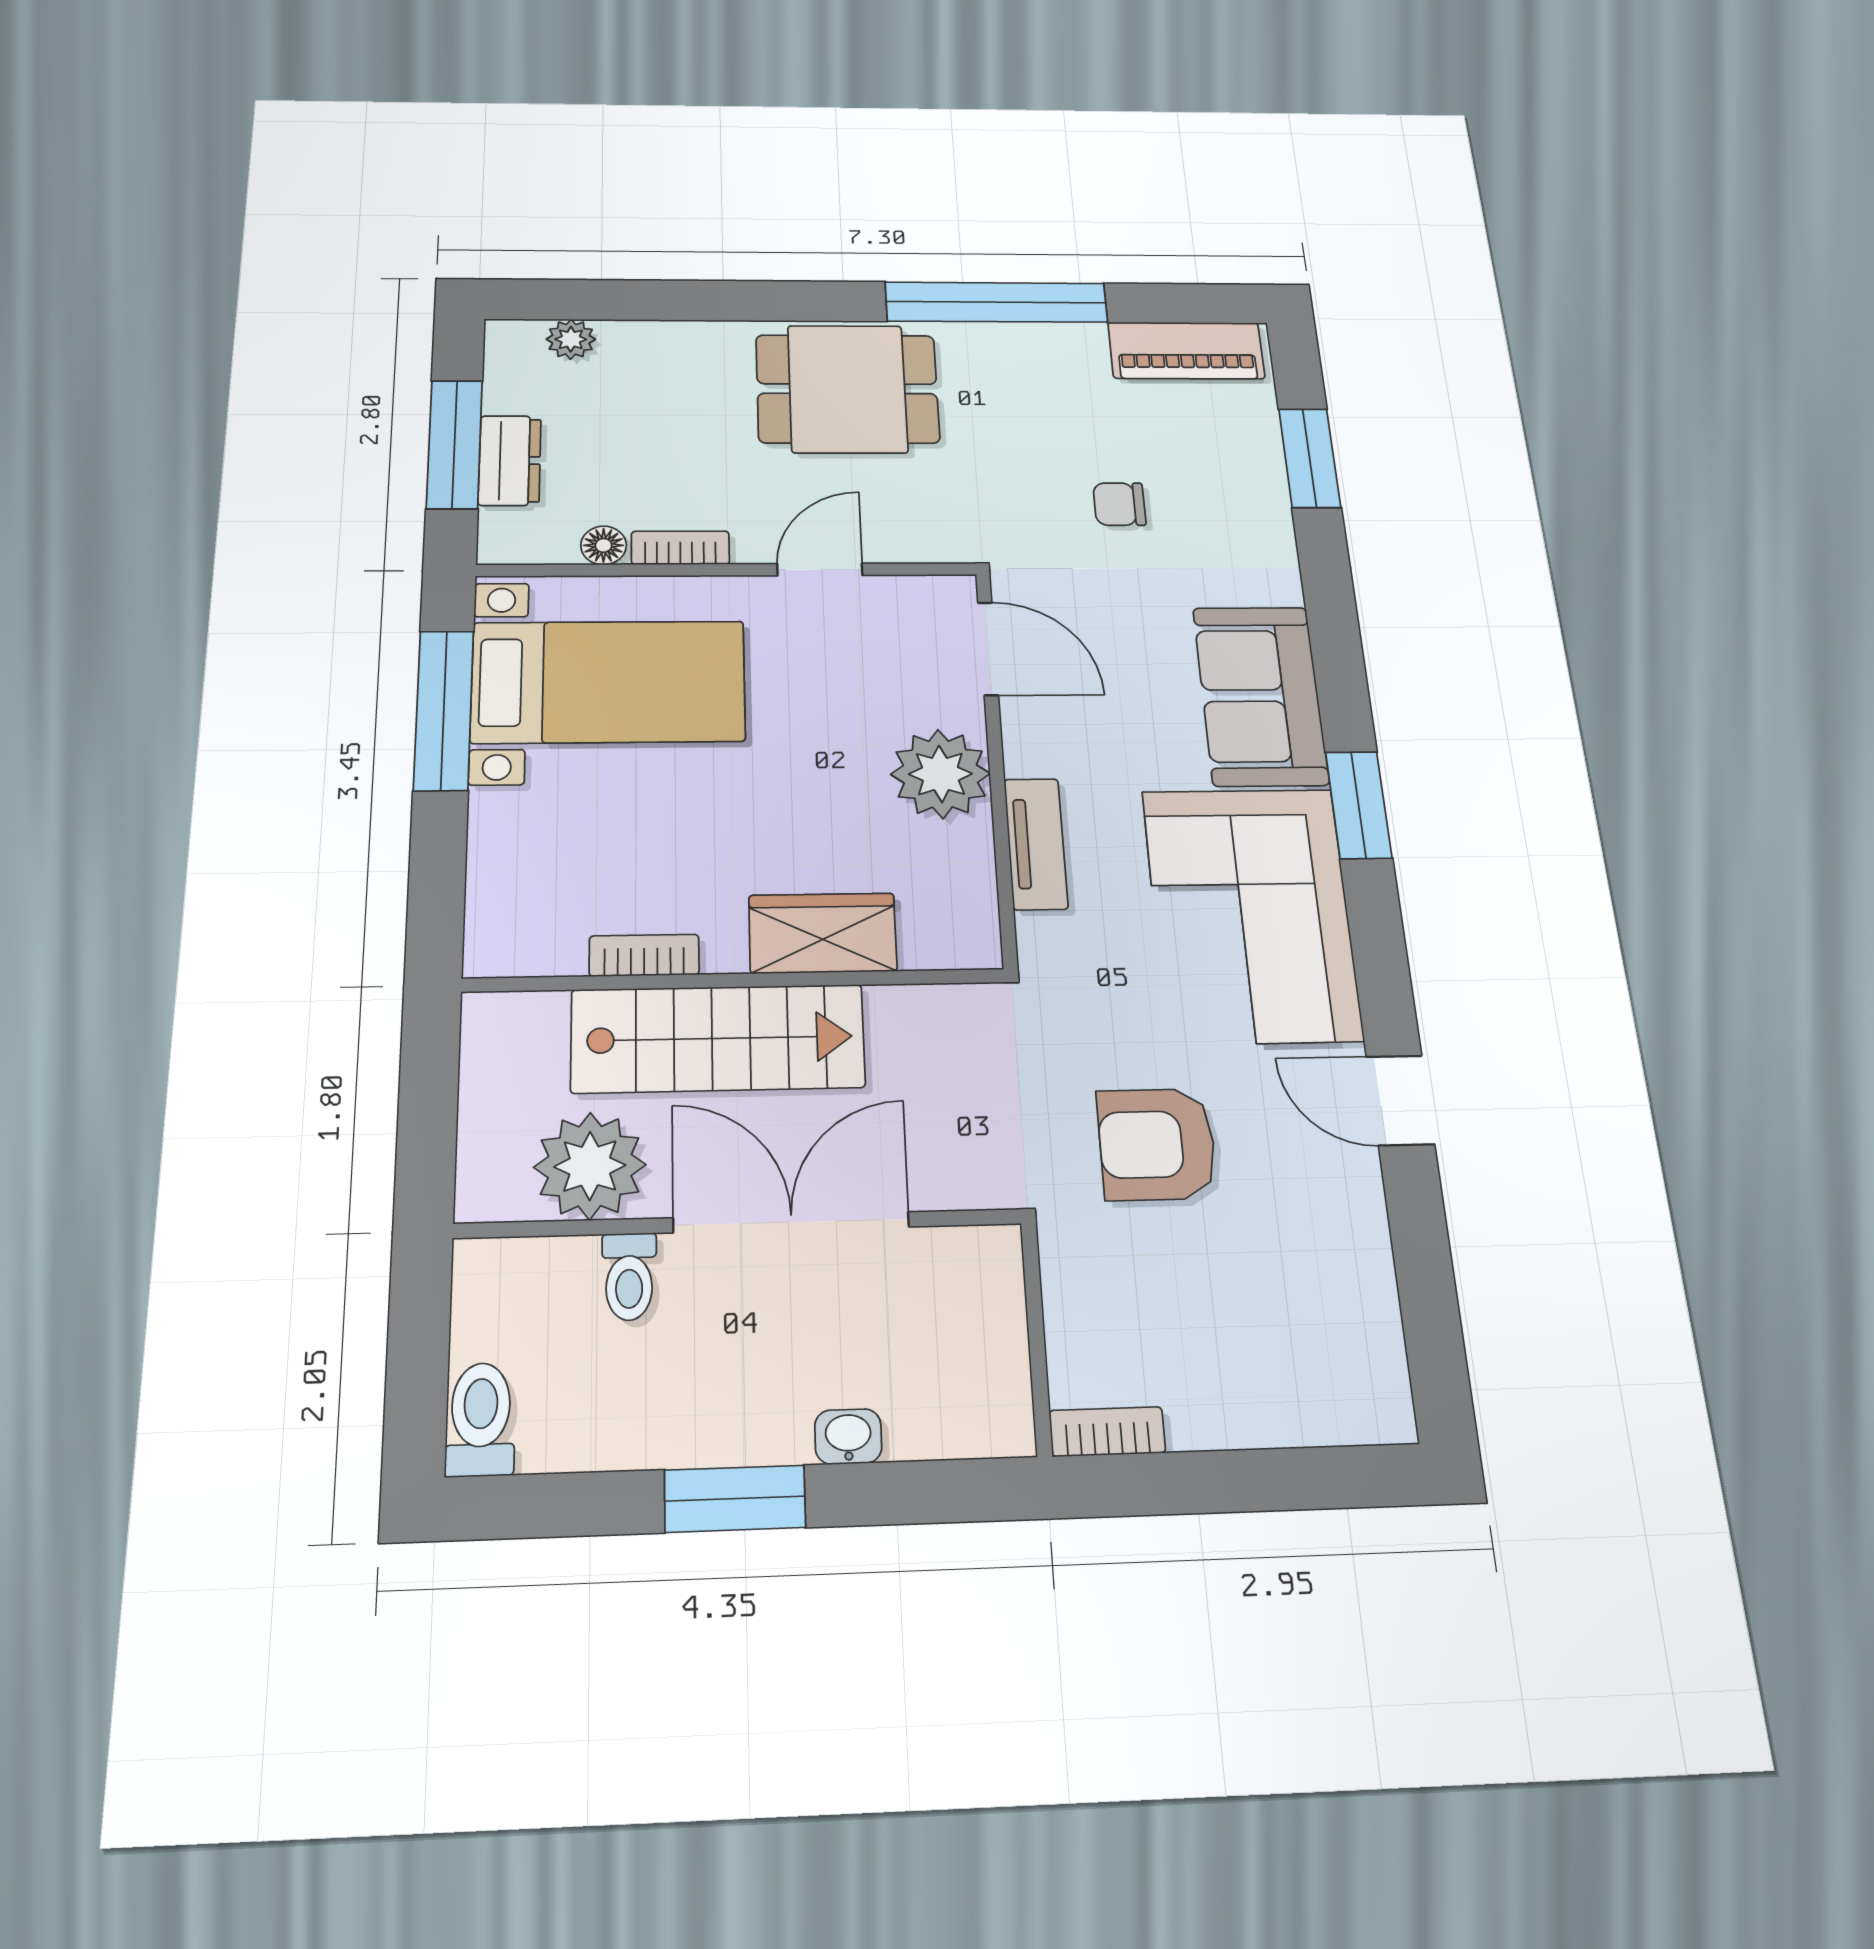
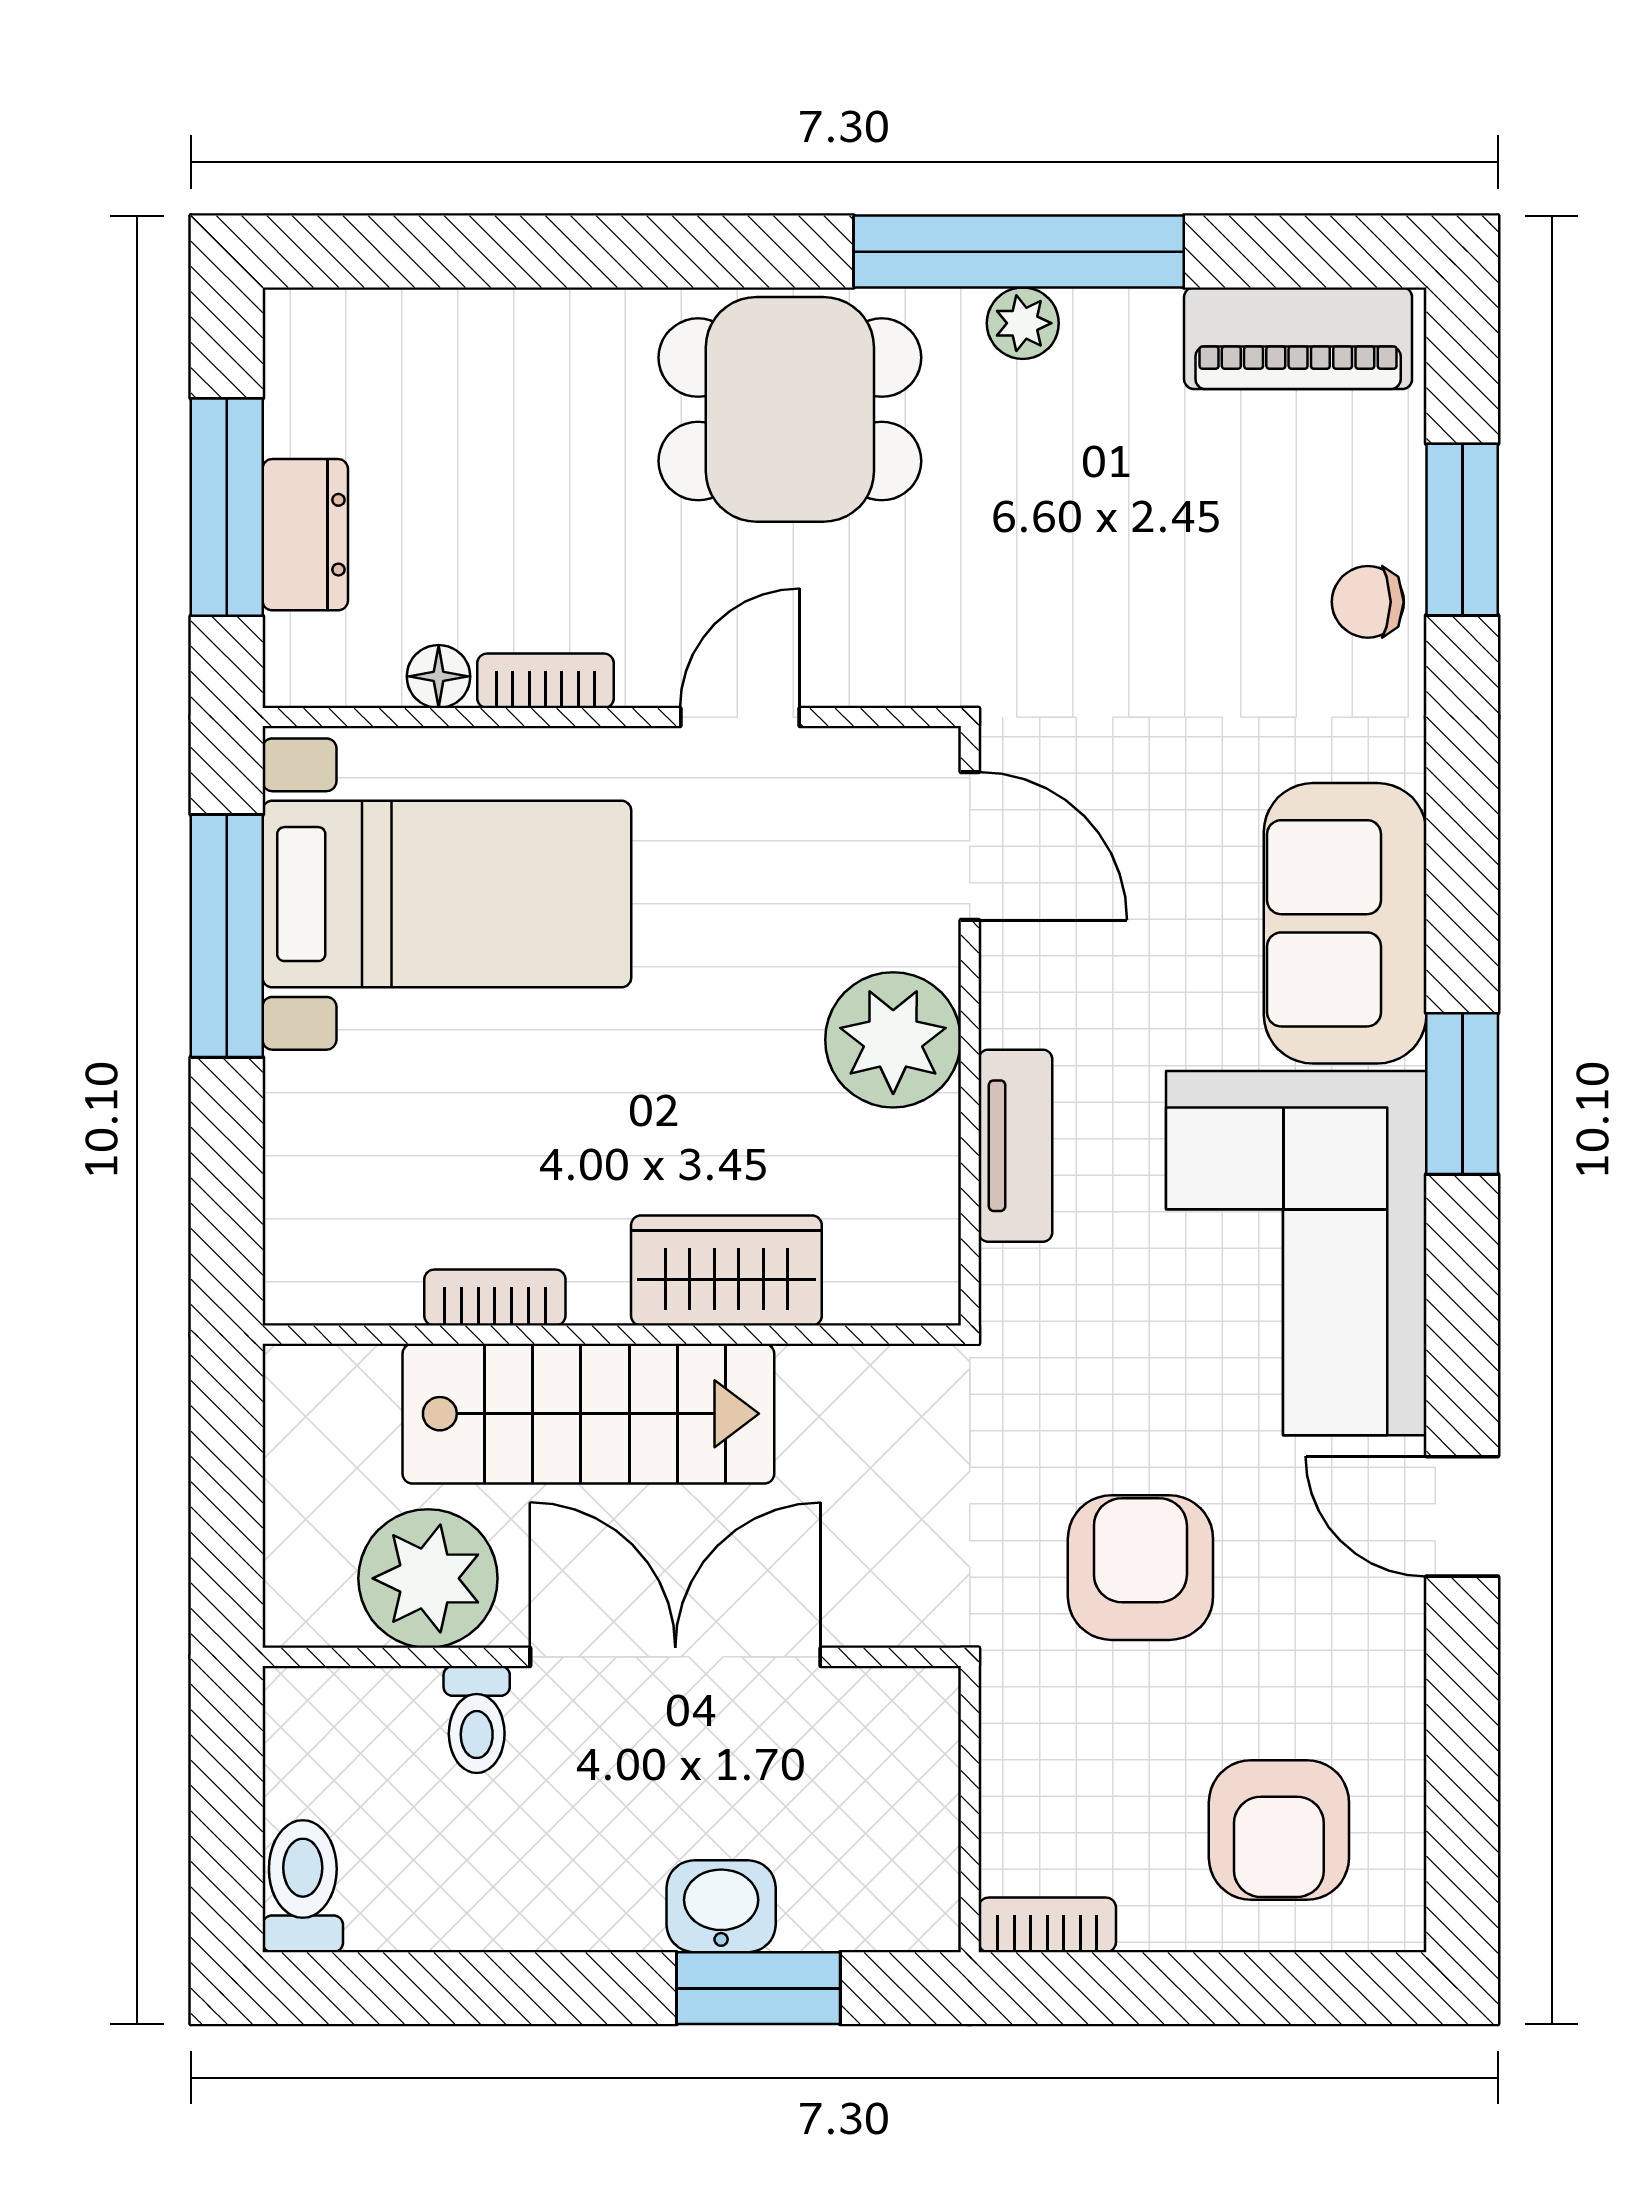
plant: (571, 339) -> (1023, 323), moved
chair: (1119, 504) -> (1368, 602), moved
armchair: (1157, 1144) -> (1140, 1568), turned 90
armchair: (1288, 1347) -> (1279, 1830), added
washbasin: (848, 1437) -> (721, 1906), width x1.38, depth x1.45
window: (735, 1499) -> (758, 1988), moved

